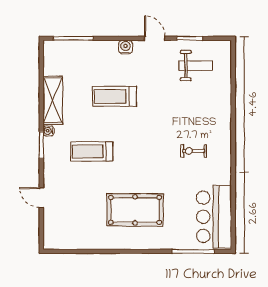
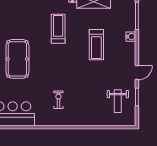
water cooler: (125, 47) -> (131, 37), moved
treadmill: (115, 96) -> (96, 45), turned 180

